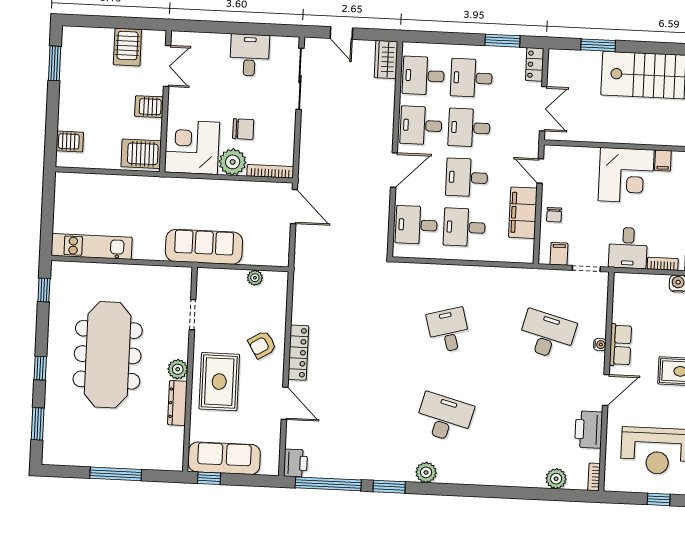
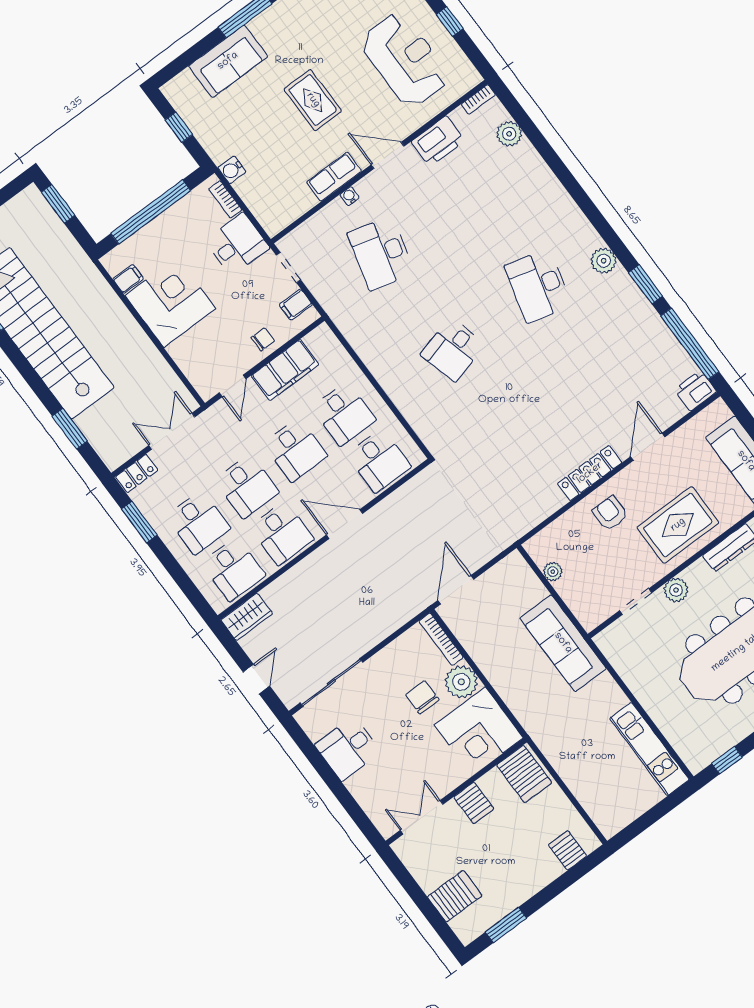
server rack: (127, 47) -> (455, 896), moved
armchair: (262, 345) -> (610, 513), turned -149
plant: (178, 369) -> (676, 590), moved

